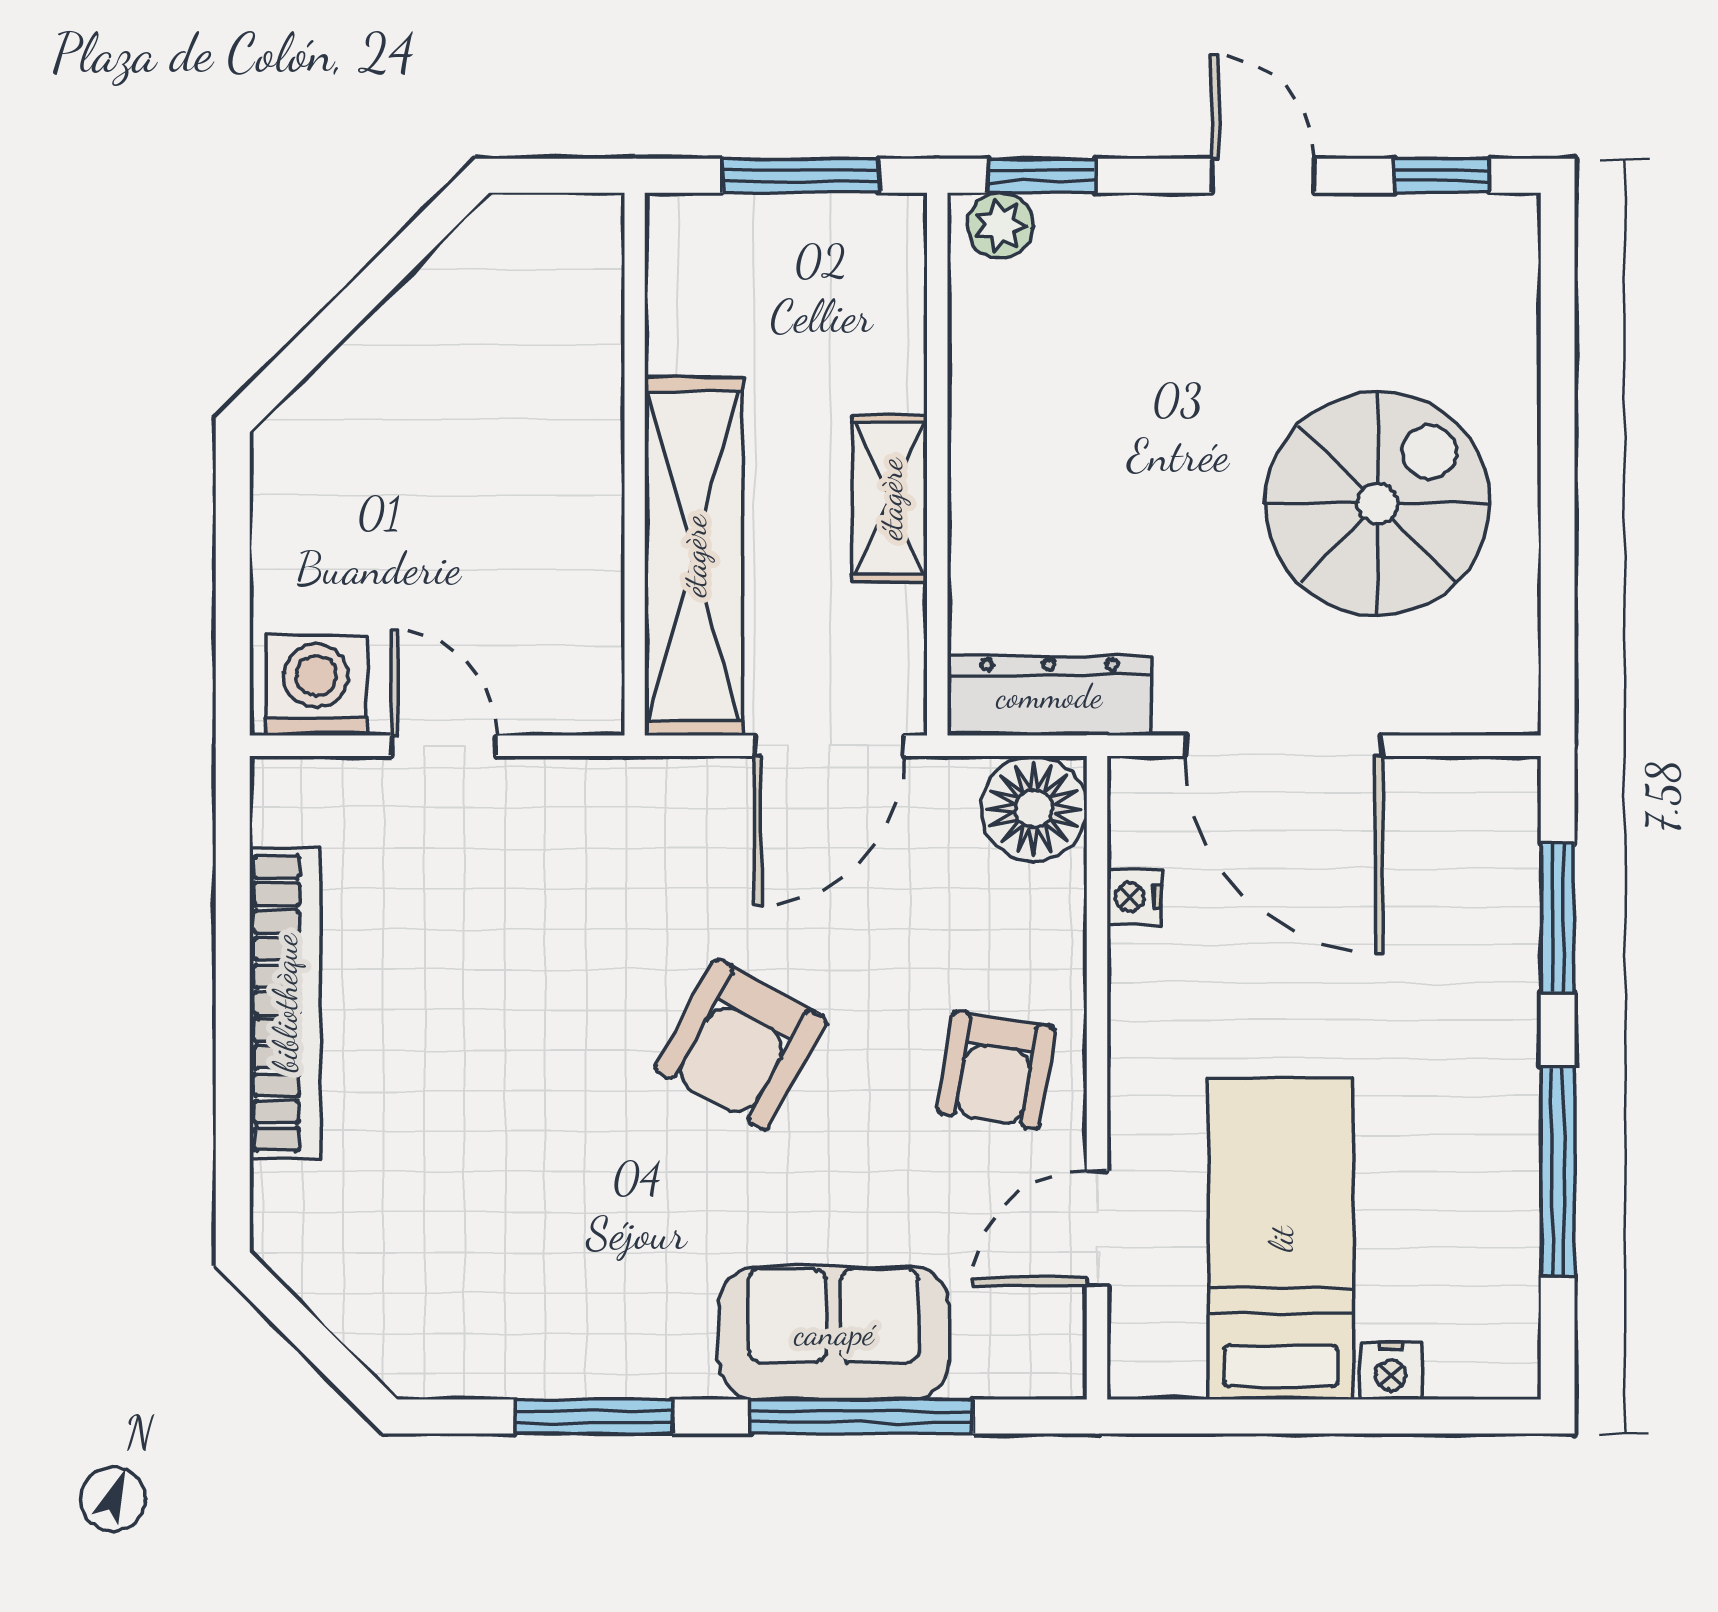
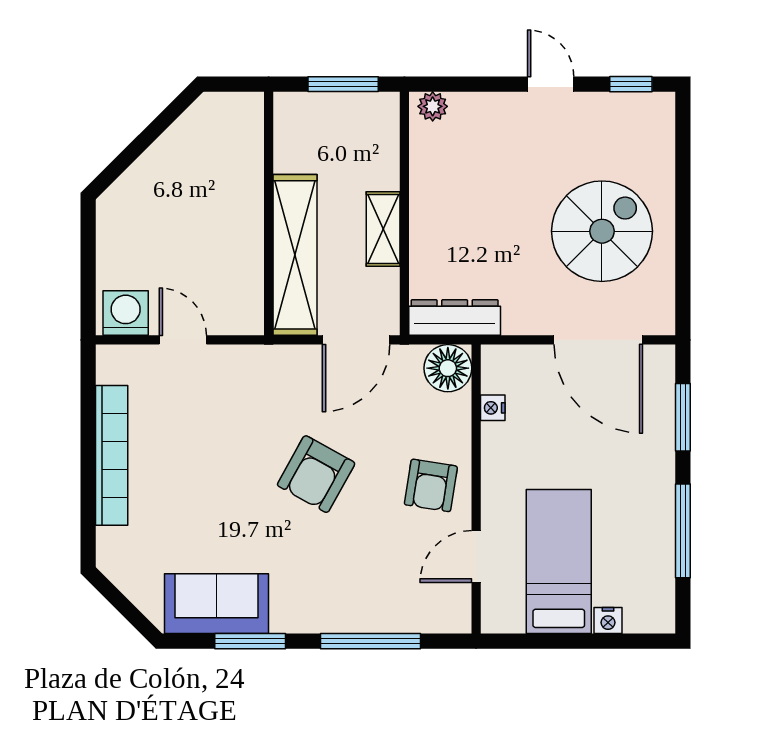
window: (1042, 176) -> (451, 84), removed
door: (1284, 746) -> (598, 340), moved
sofa: (834, 1333) -> (216, 604), moved

